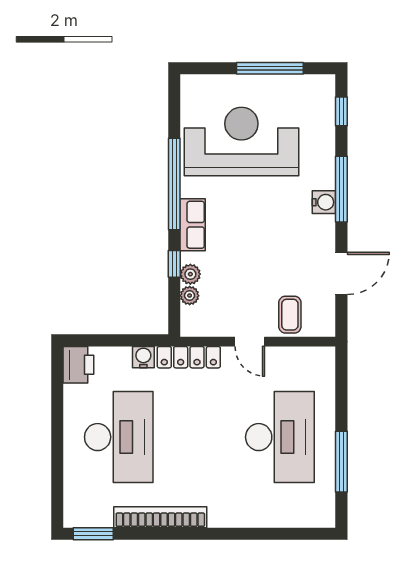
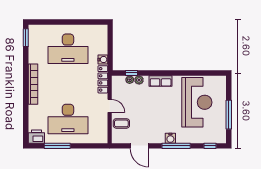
window: (174, 184) -> (178, 73), removed
window: (174, 264) -> (131, 73), moved
door: (250, 342) -> (110, 106), swing flipped
printer: (78, 365) -> (36, 137), moved, turned 180
bookcase: (160, 517) -> (33, 84), moved

